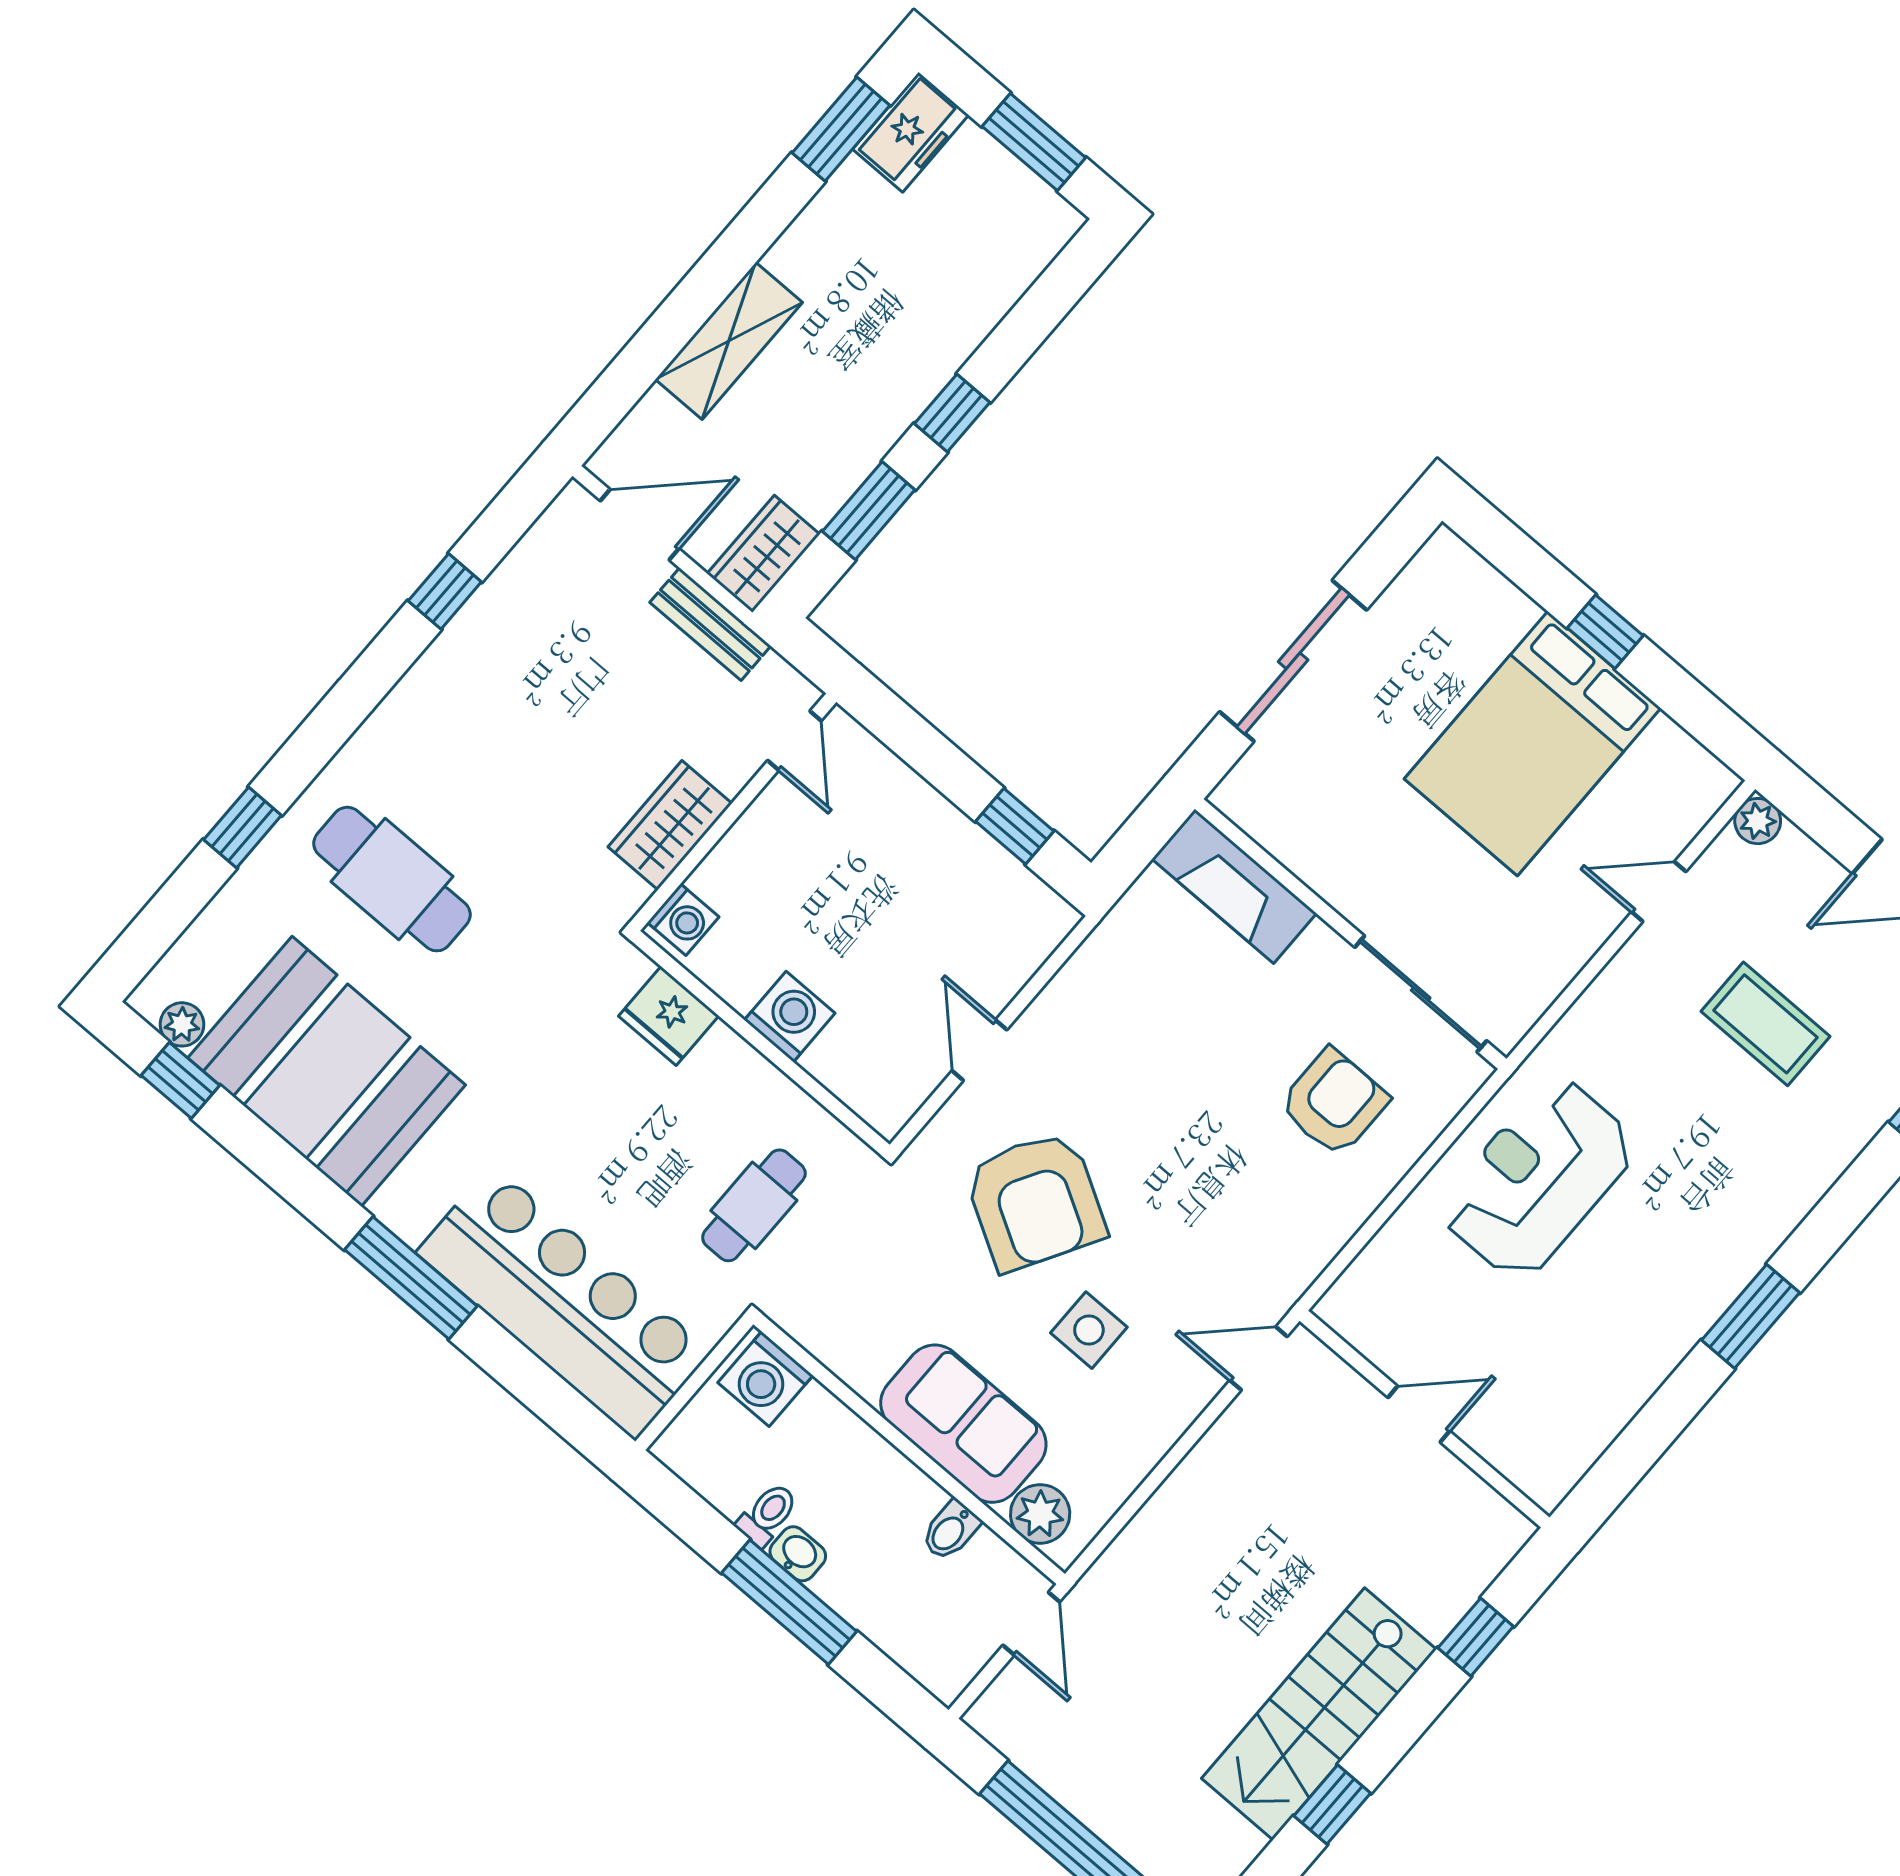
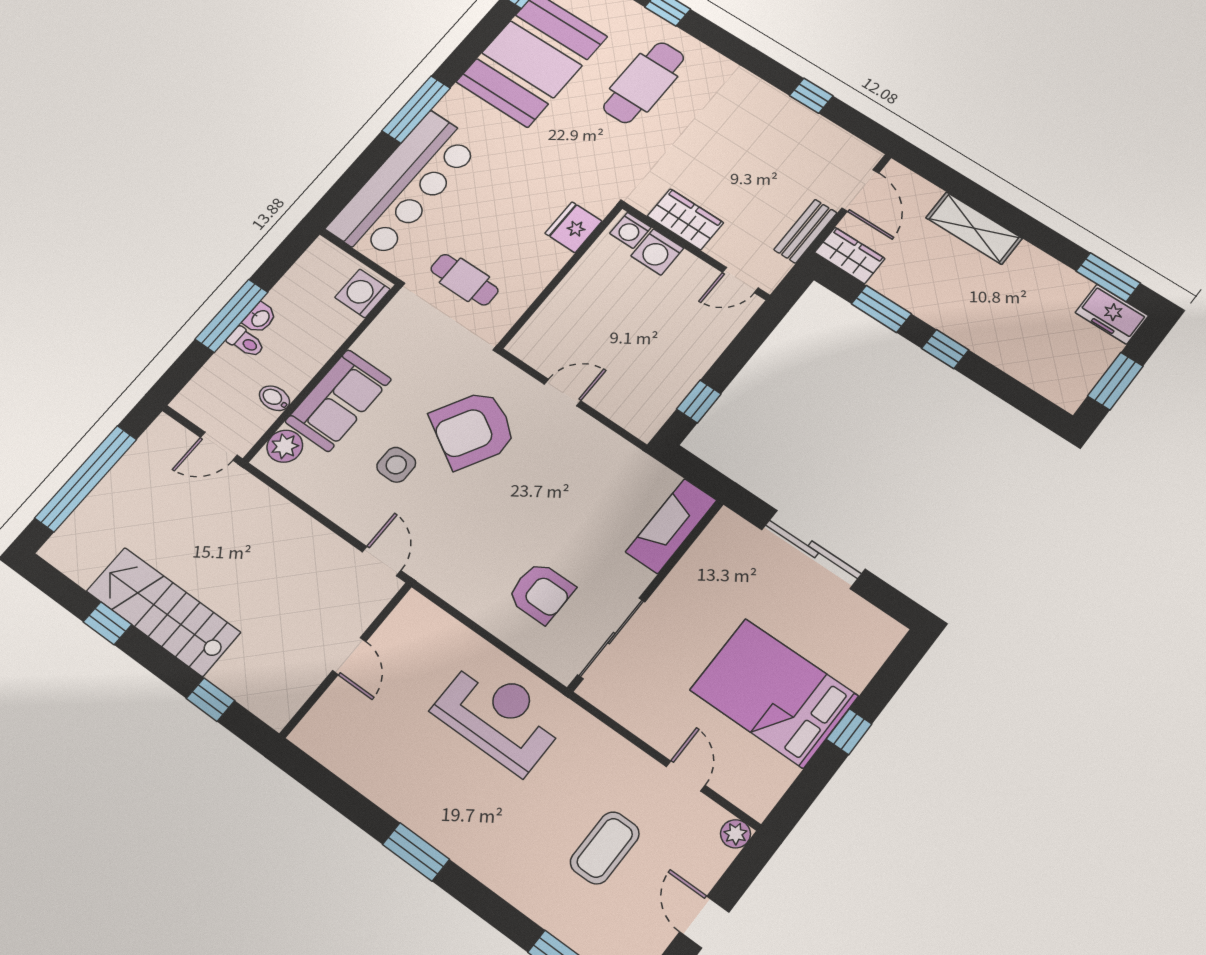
washing machine: (790, 1017) -> (657, 252), moved, turned 90
toilet: (767, 1514) -> (246, 342), moved

